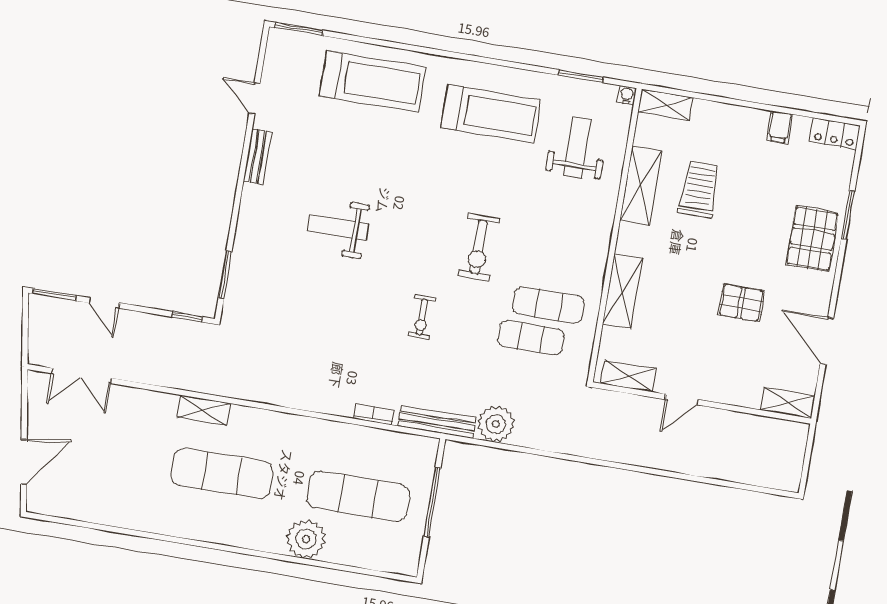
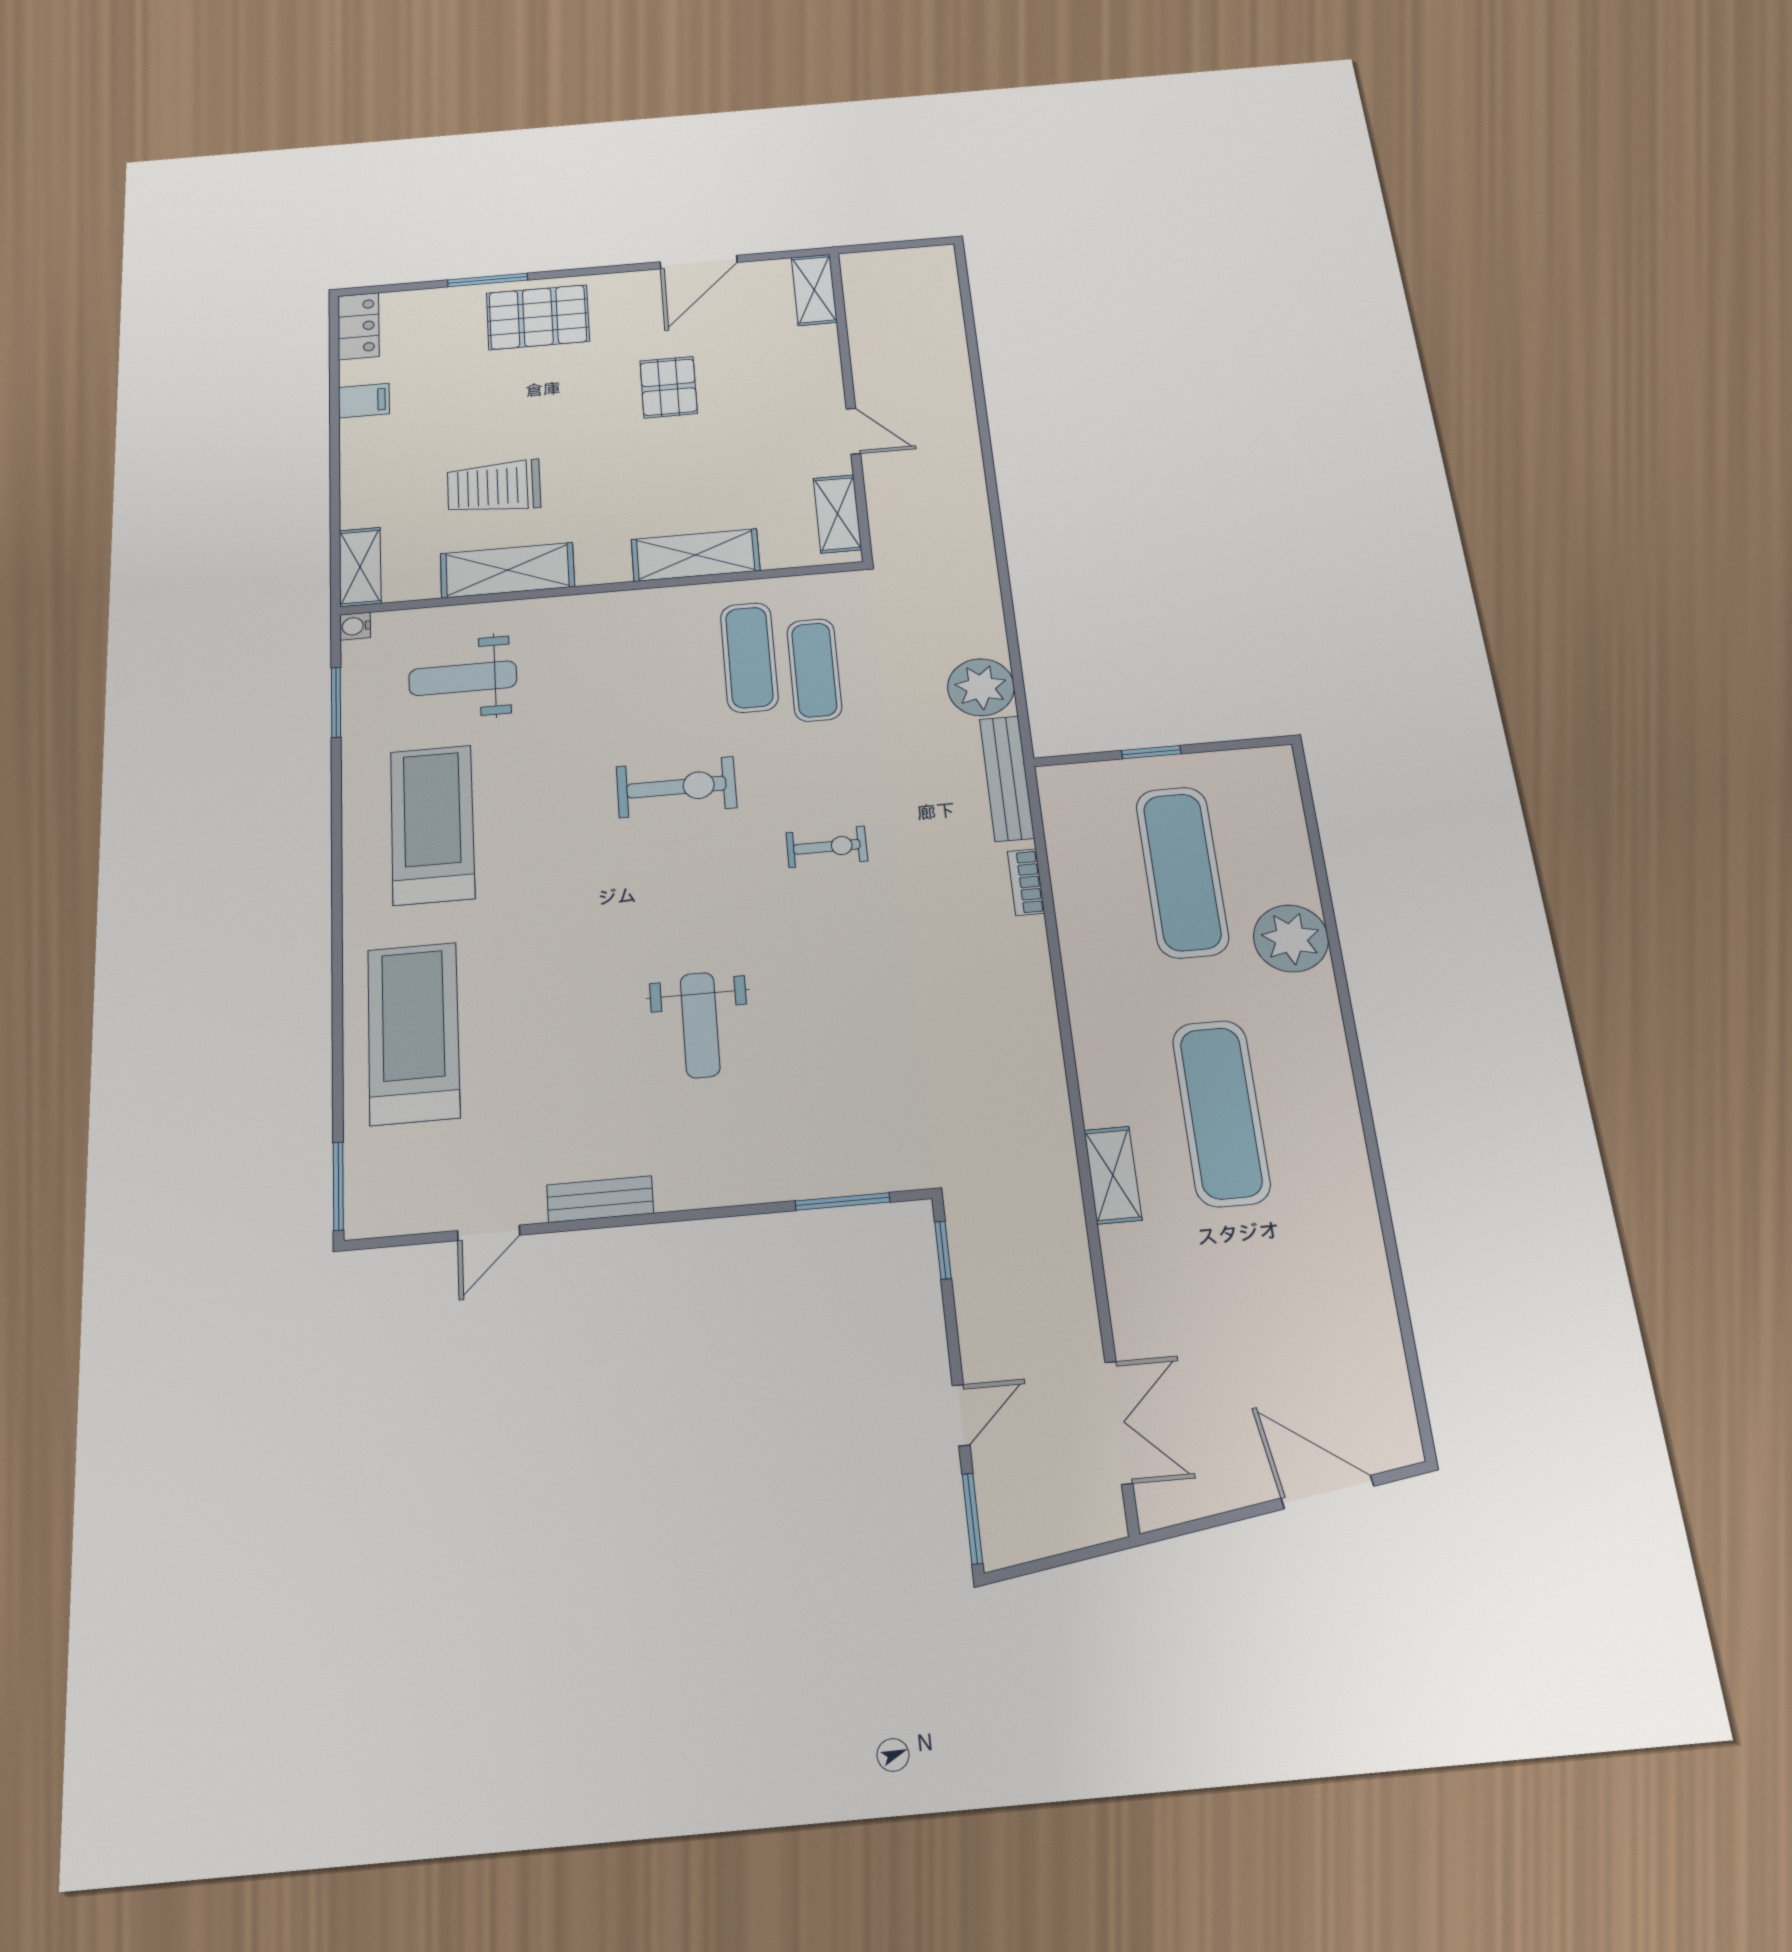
window: (432, 502) -> (1151, 752), width x0.46

